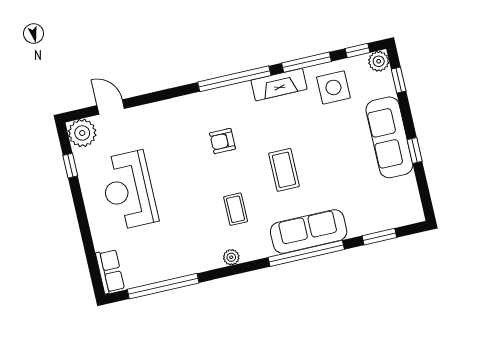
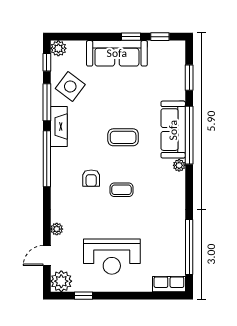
window: (399, 80) -> (160, 37), moved
side table: (333, 87) -> (70, 86), turned 37
plant: (147, 112) -> (57, 229), added
coffee table: (236, 209) -> (121, 190), moved
plant: (231, 257) -> (179, 165), moved

